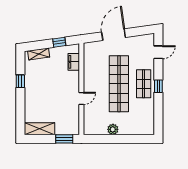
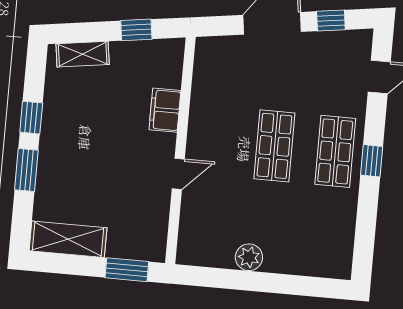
window: (137, 31) -> (331, 21), added
filing cabinet: (74, 62) -> (165, 110), moved
shop shelf: (119, 84) -> (274, 146), width x0.50, depth x0.74
window: (20, 103) -> (26, 170), added

